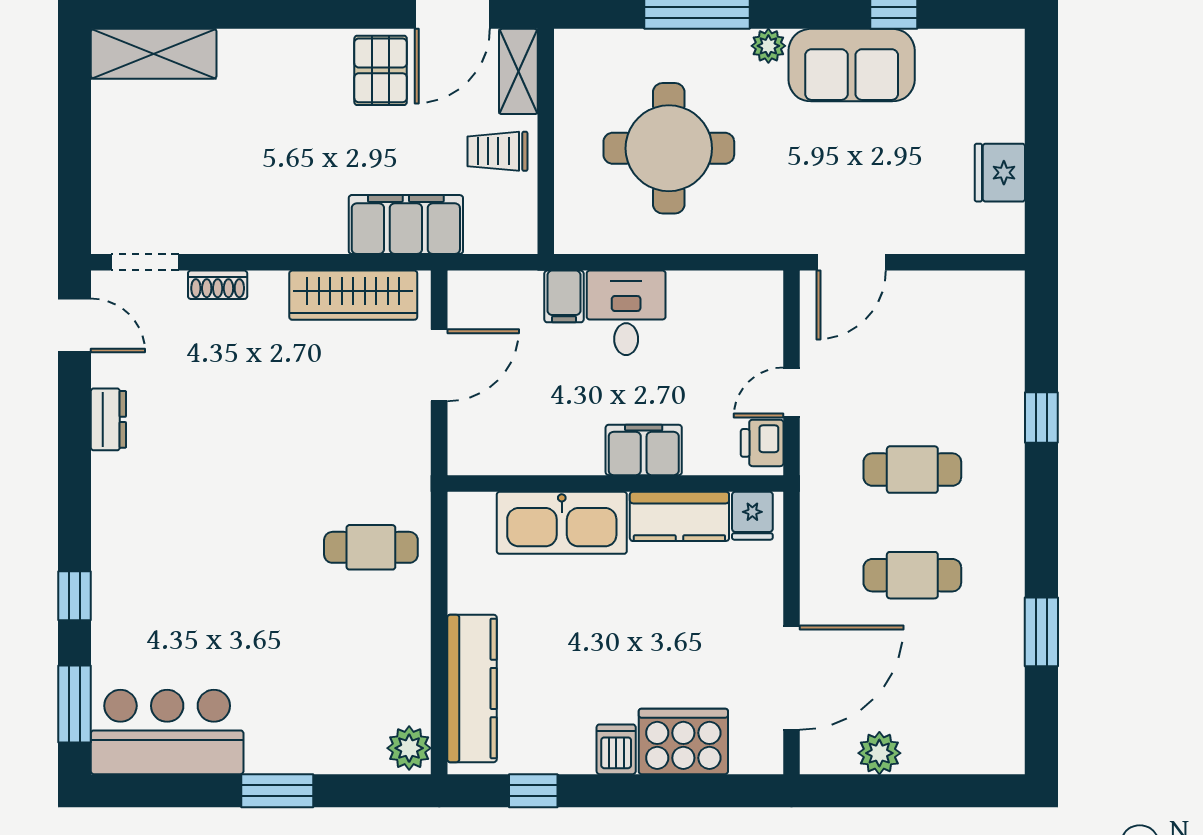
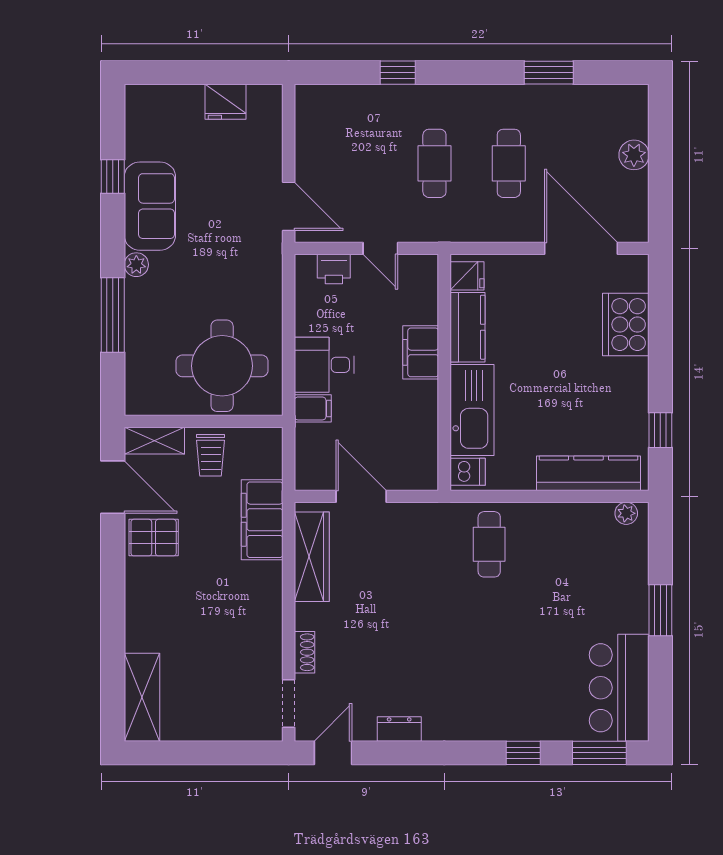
round table: (669, 148) -> (222, 366), moved
printer: (762, 443) -> (334, 269), moved
plant: (409, 748) -> (626, 513), width x0.73, depth x0.73
dishwasher: (616, 749) -> (468, 472), moved, turned 180
plant: (879, 753) -> (634, 155), moved

